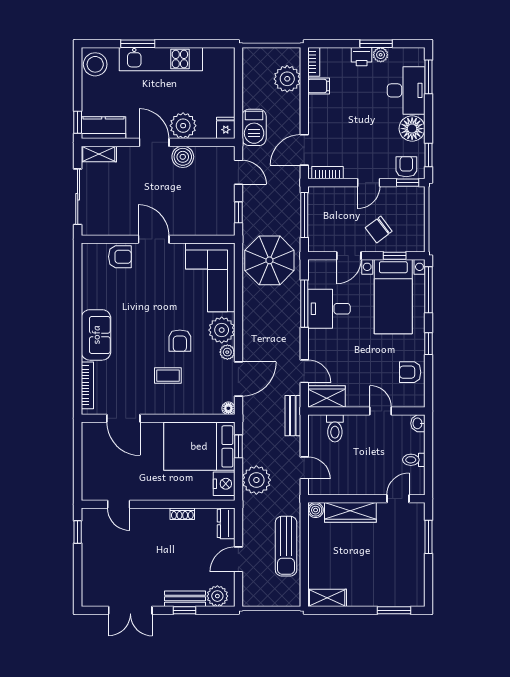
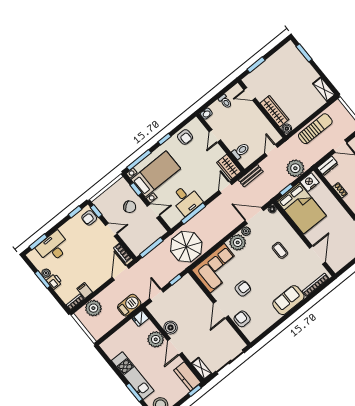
floor lamp: (412, 129) -> (69, 230), removed
door: (304, 150) -> (121, 273), swing flipped
armchair: (180, 341) -> (243, 289), moved

